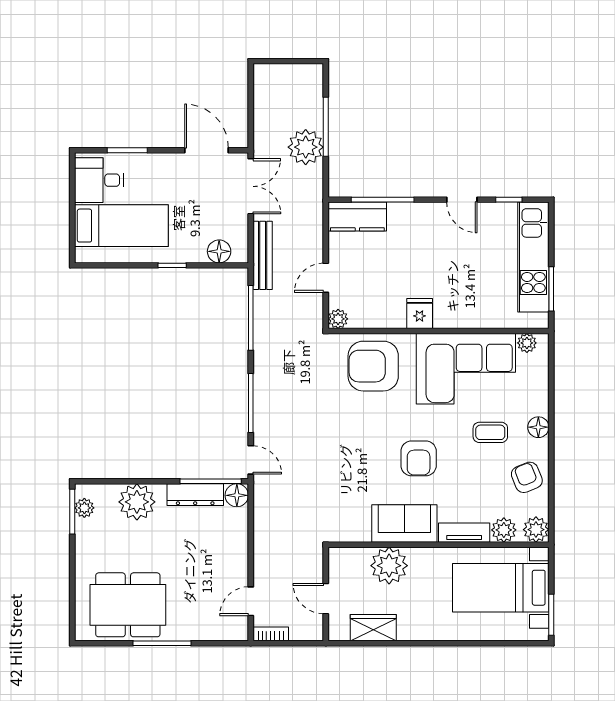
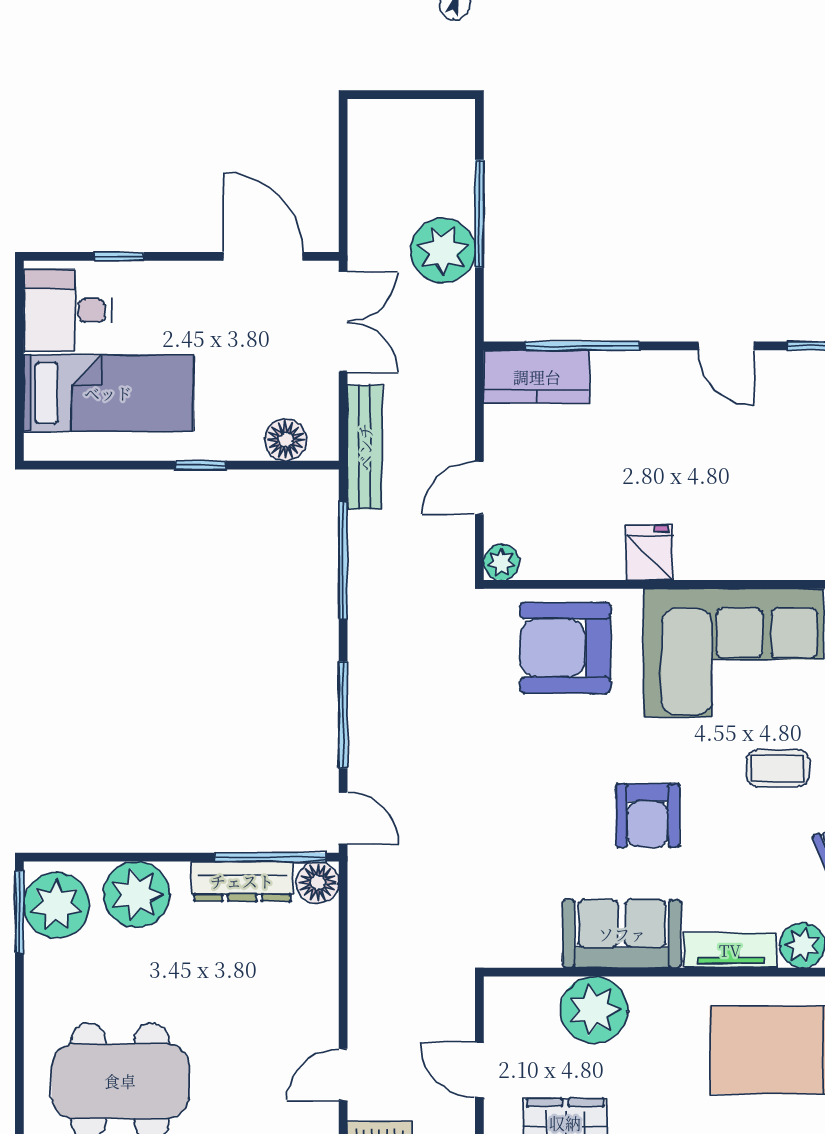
window: (127, 150) -> (119, 256), width x0.67
plant: (84, 508) -> (57, 905), width x1.88, depth x1.88

